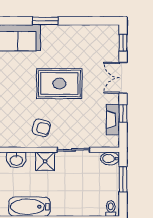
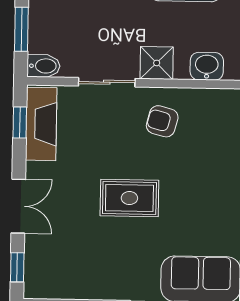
rug: (59, 84) -> (129, 198), width x0.73, depth x0.70
window: (123, 113) -> (20, 123), moved
fireplace: (113, 120) -> (41, 124), width x1.37, depth x1.32

